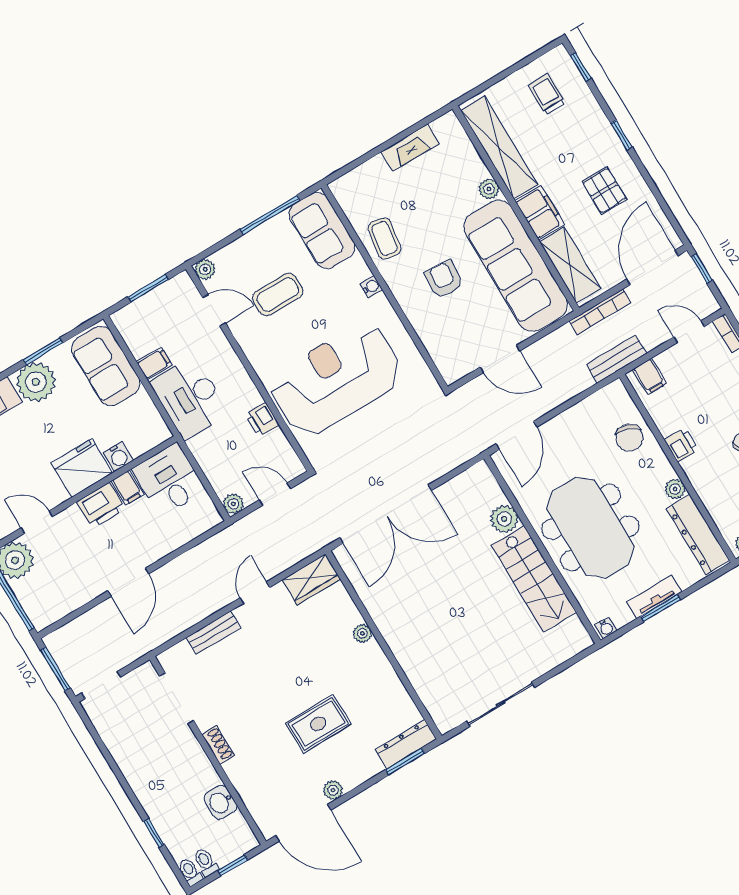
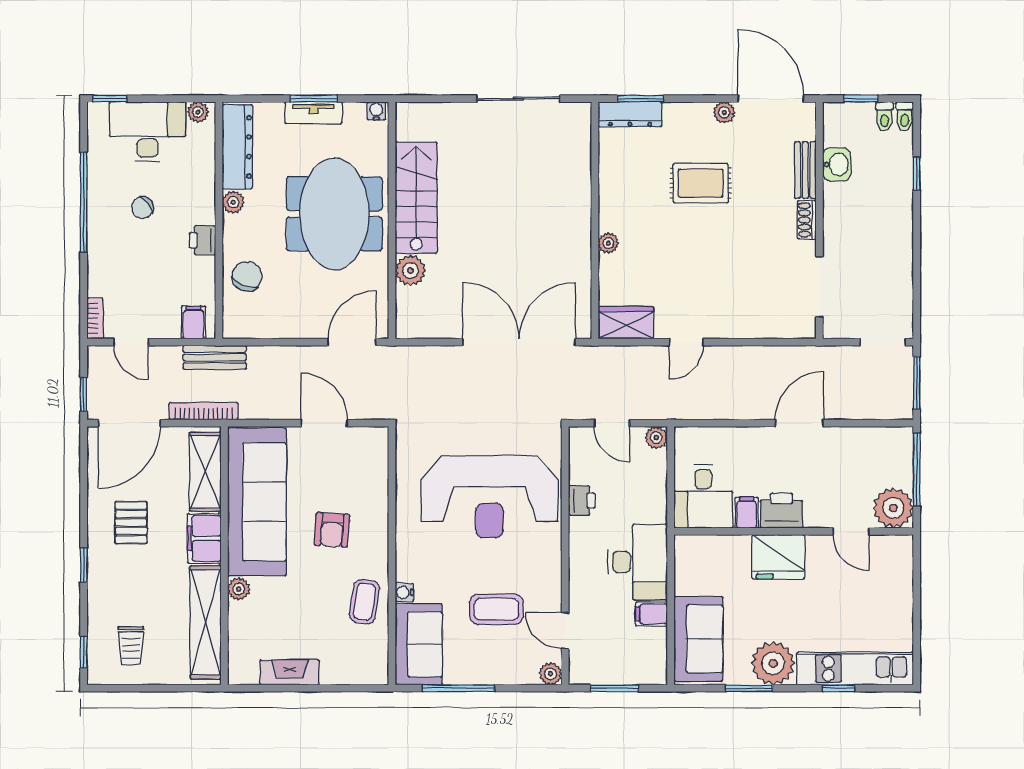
water cooler: (371, 287) -> (404, 592), moved
water cooler: (118, 456) -> (738, 547), removed
bench: (213, 633) -> (805, 170), moved, turned 90

